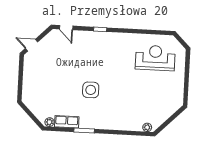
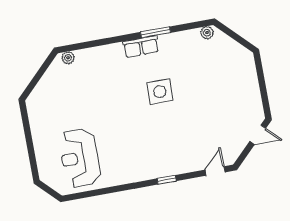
door: (66, 28) -> (215, 171), hinge flipped
reception desk: (155, 58) -> (80, 158), turned 90
row of seats: (67, 122) -> (141, 47), moved

